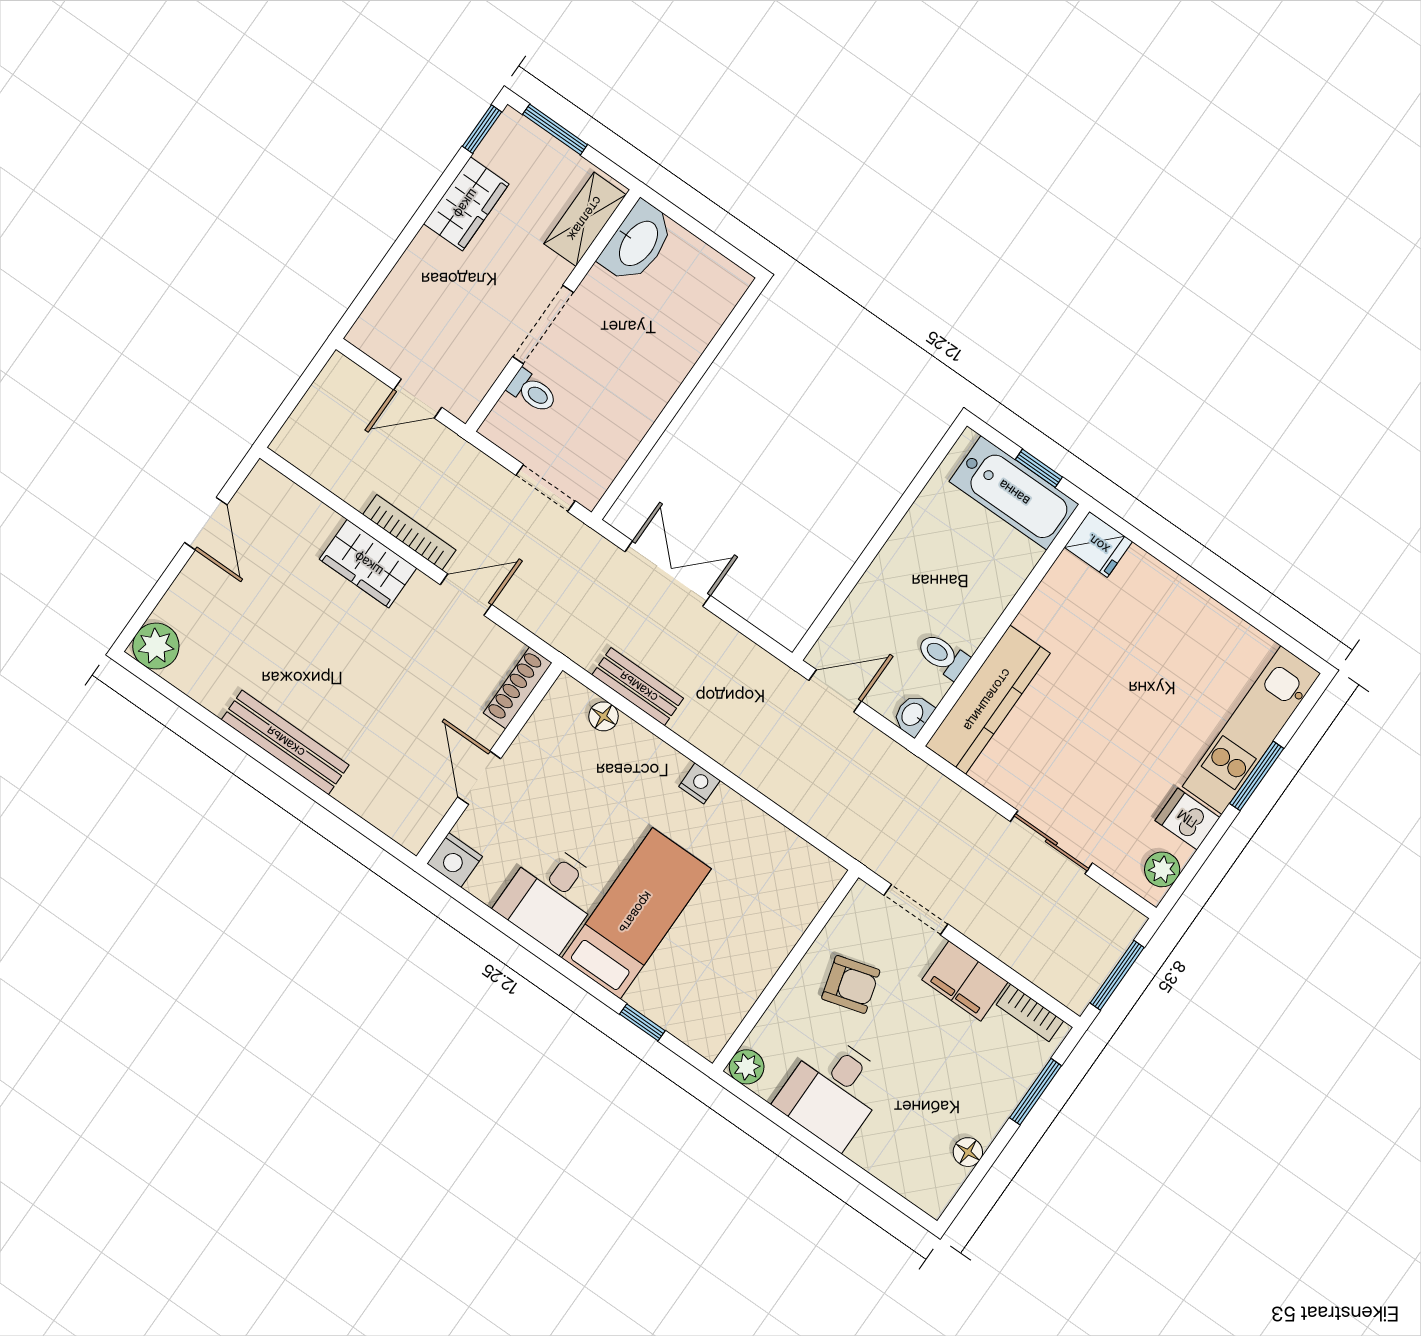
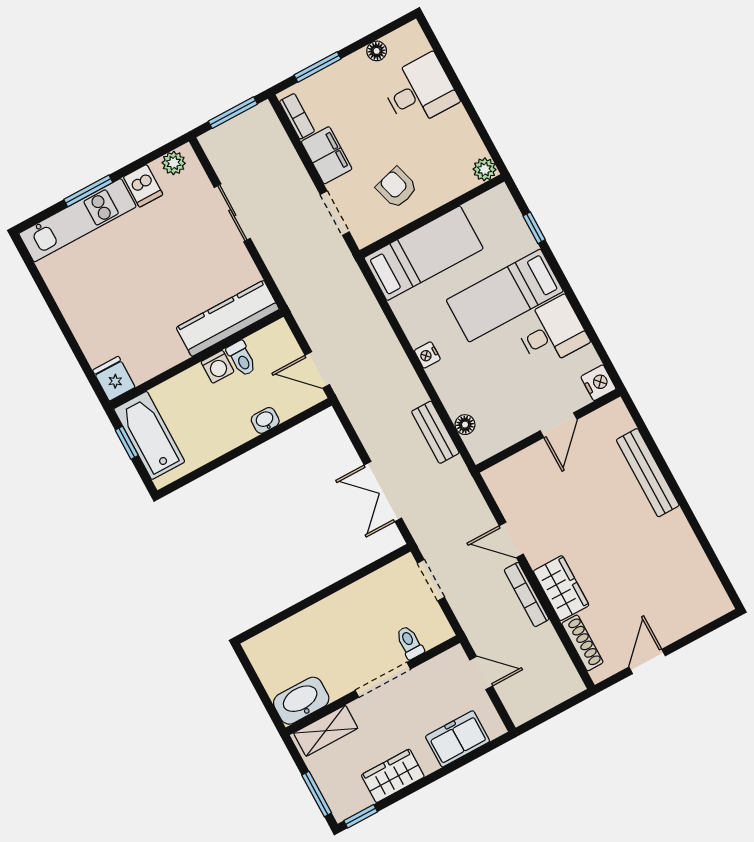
freezer: (405, 296) -> (458, 739), added
washing machine: (969, 629) -> (218, 367), added
plant: (156, 646) -> (714, 603), removed
shoe rack: (518, 688) -> (582, 643), moved, turned -90
washbasin: (913, 715) -> (265, 420), moved, turned 180
bench: (285, 742) -> (648, 473), moved
bed: (772, 916) -> (424, 253), added
desk: (833, 1091) -> (420, 91), moved

